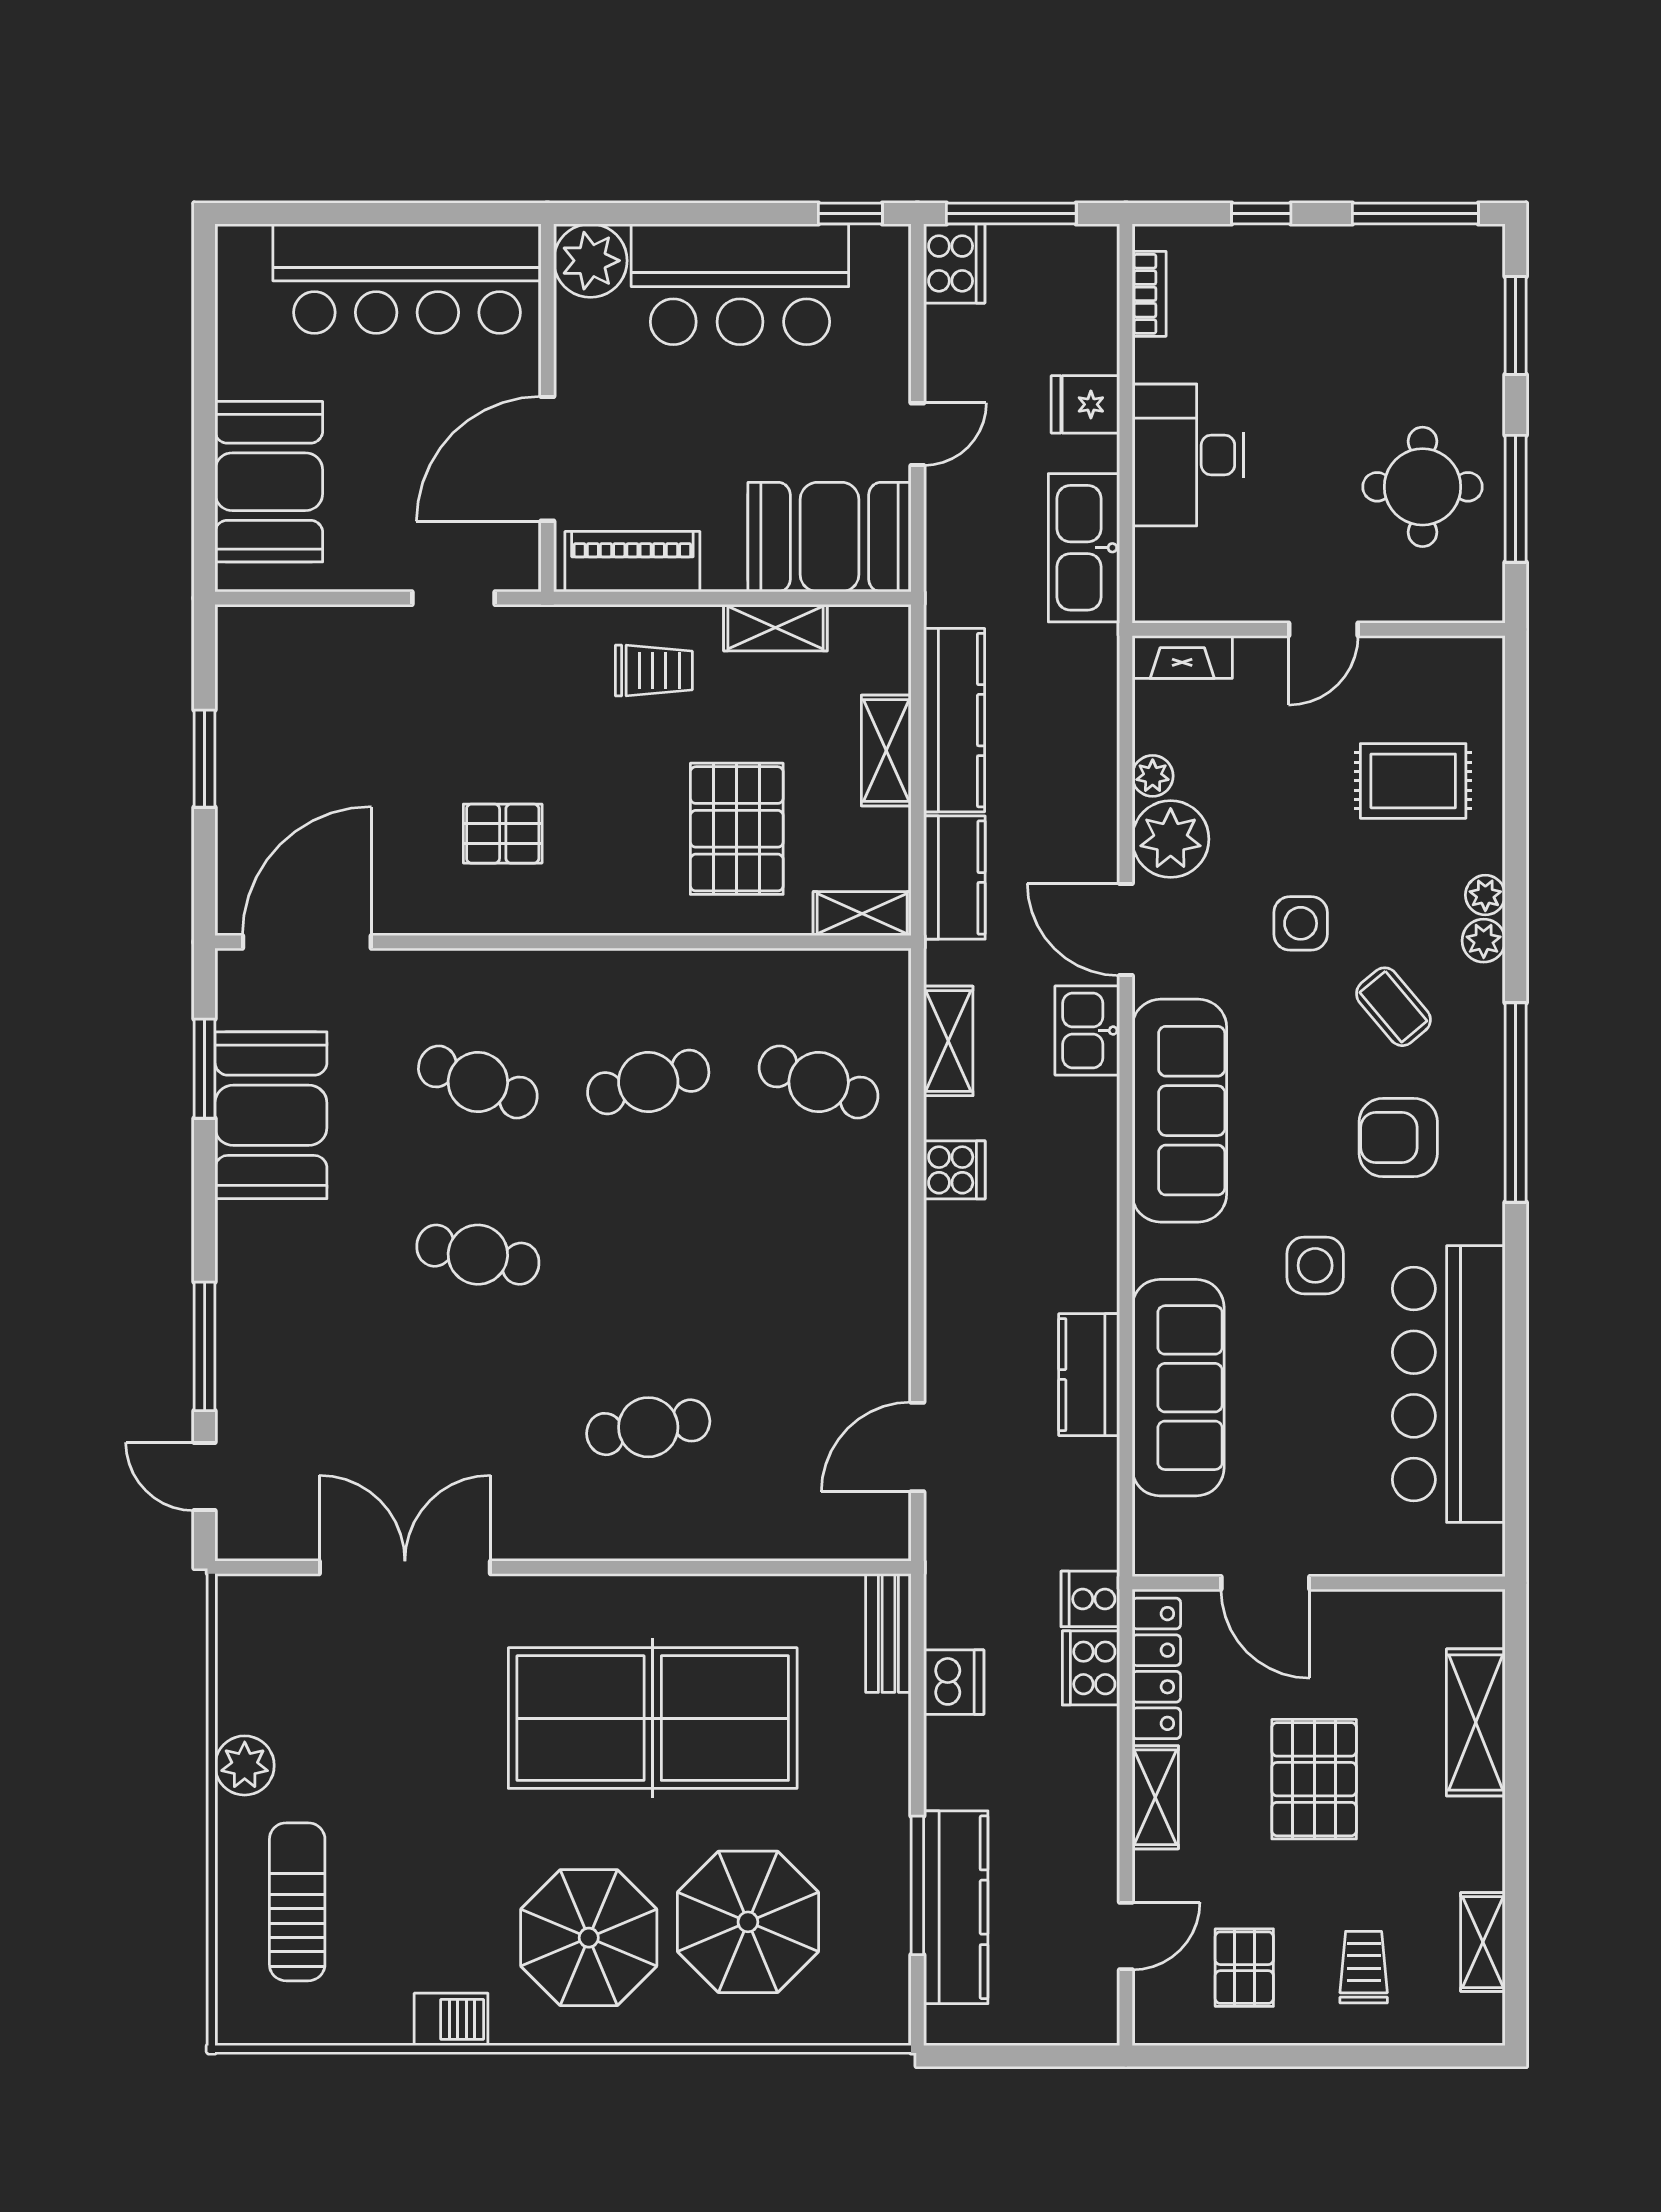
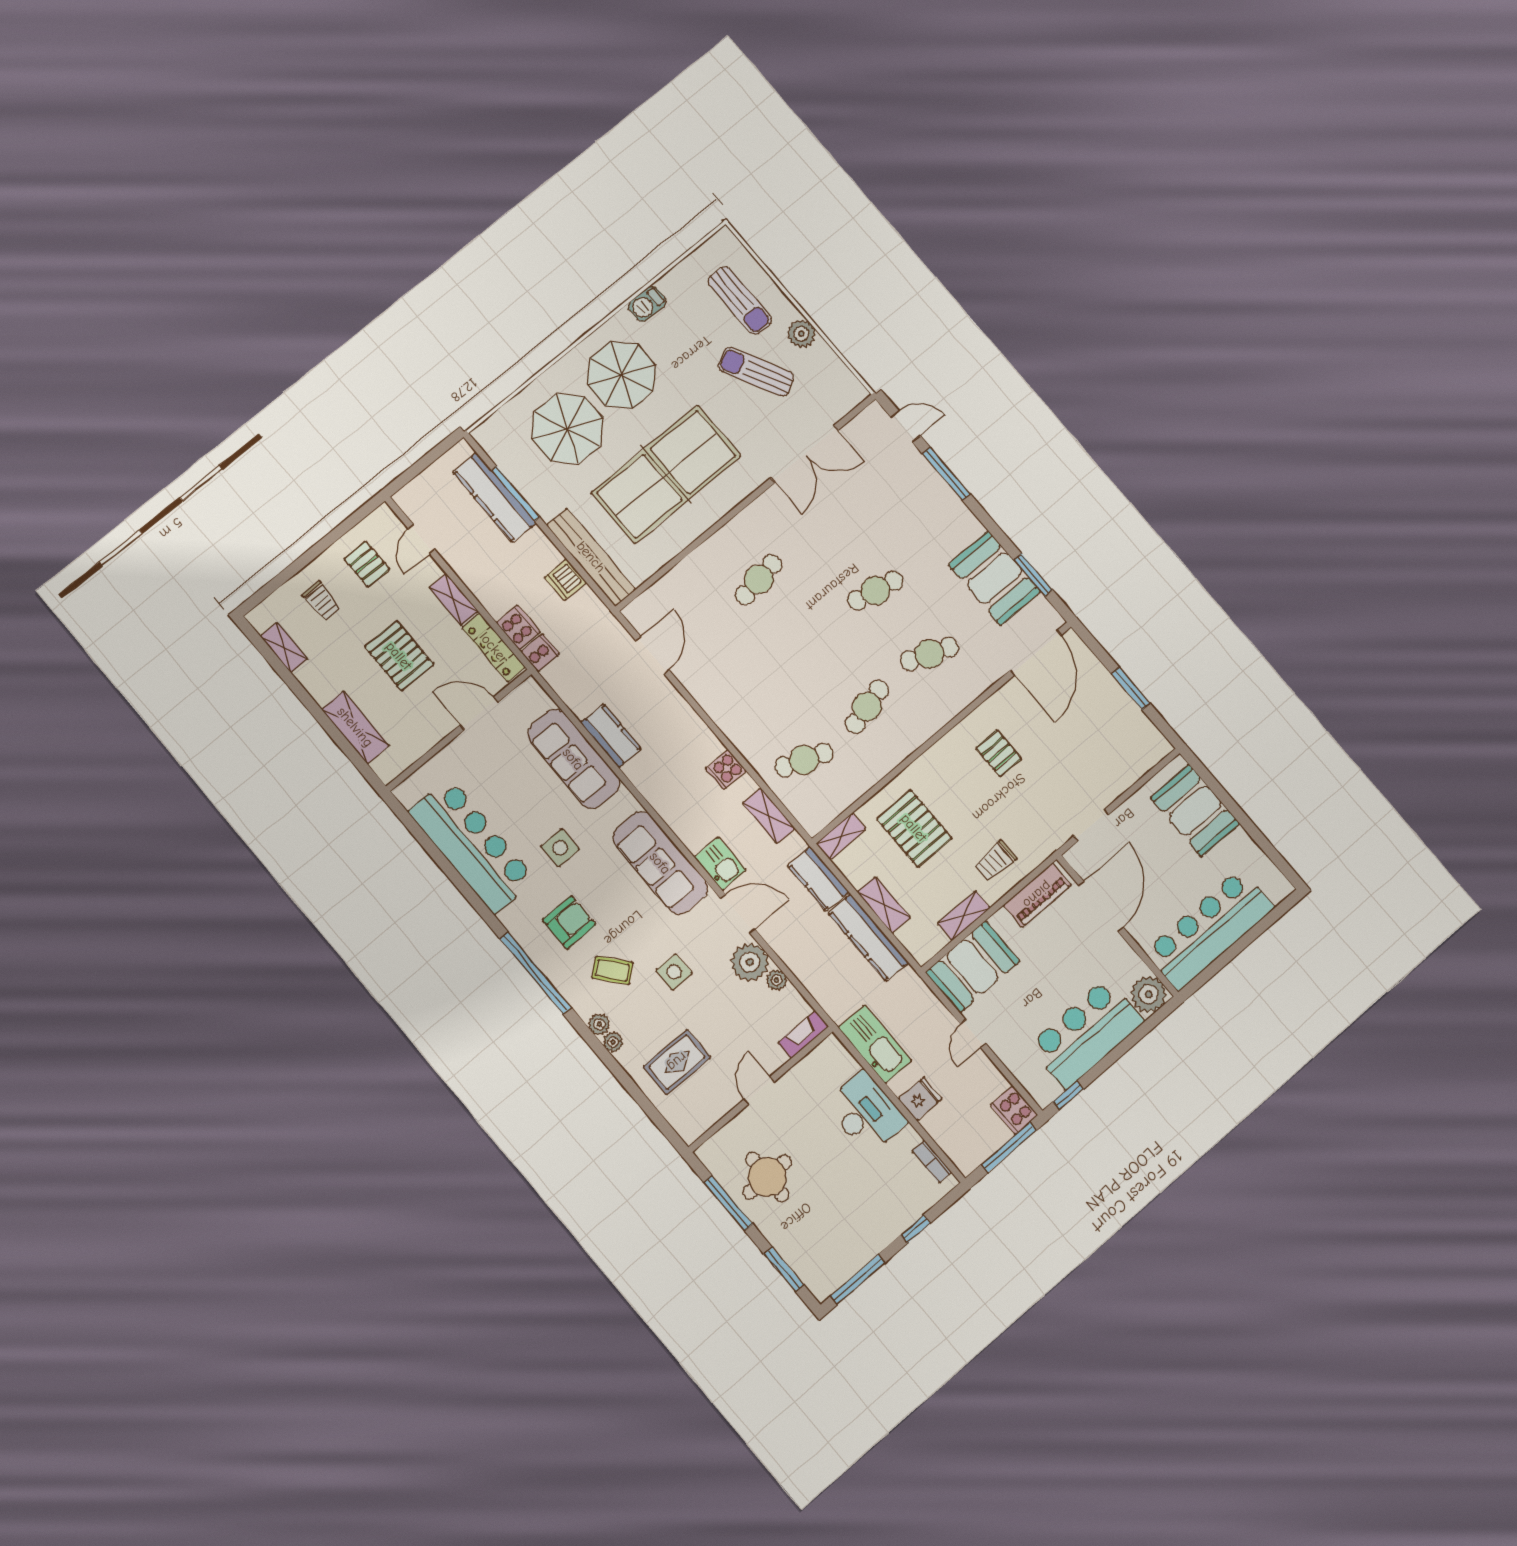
pallet: (503, 834) -> (999, 753), turned 90
bench: (888, 1633) -> (591, 557), width x1.86, depth x1.21
sun lounger: (369, 1764) -> (756, 372), added

